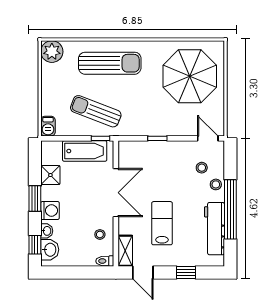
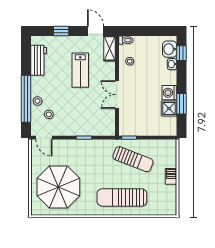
plant: (52, 52) -> (168, 207), removed
barbecue: (48, 126) -> (171, 176), moved
bathtub: (85, 151) -> (142, 128), removed
double door: (116, 193) -> (117, 95), width x0.73
window: (35, 198) -> (181, 104), moved
window: (230, 209) -> (26, 99), moved
washing machine: (50, 210) -> (169, 93), moved
workbench: (214, 229) -> (39, 60), width x0.73

